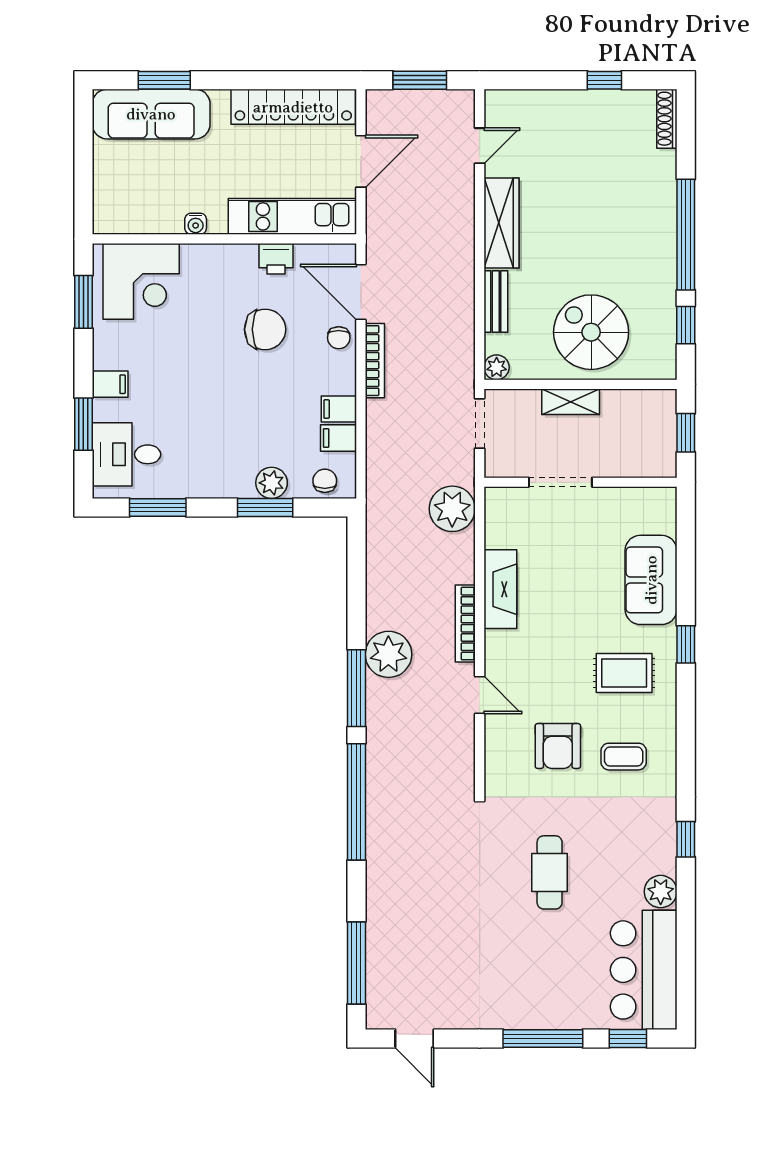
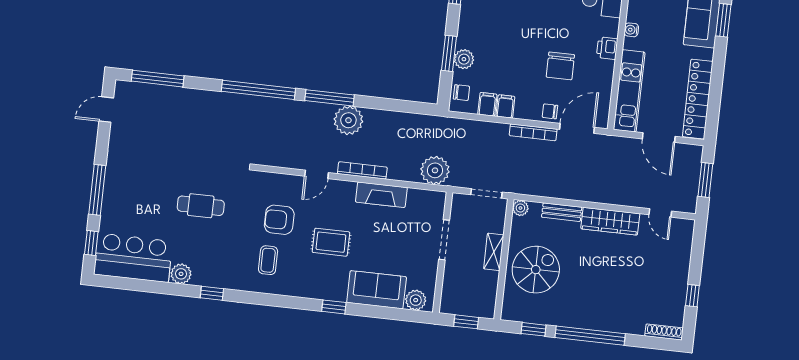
printer: (276, 259) -> (607, 48), moved
plant: (660, 516) -> (416, 300), added
rug: (624, 673) -> (331, 242), moved, turned 90

